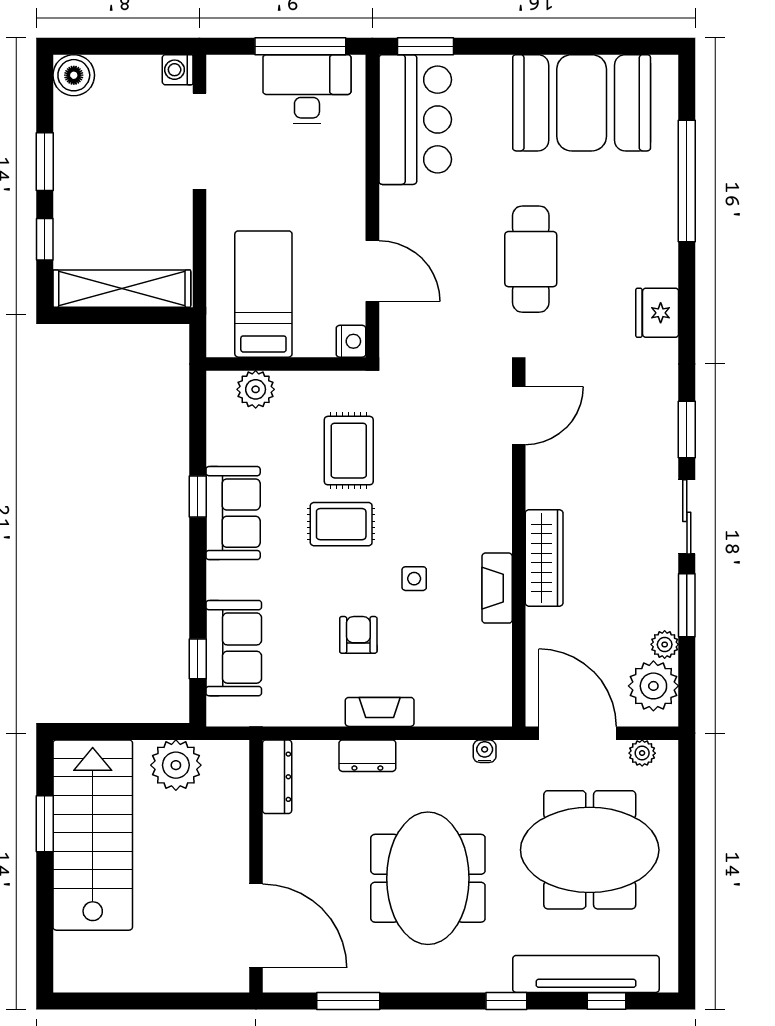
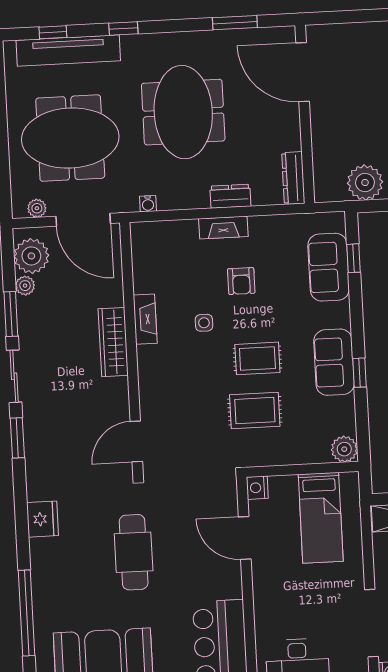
plant: (256, 389) -> (344, 449), moved
rug: (349, 451) -> (255, 411), turned 90

